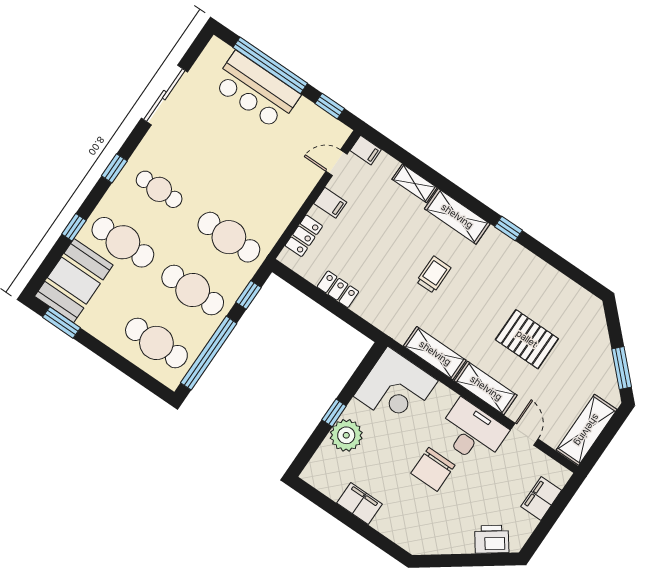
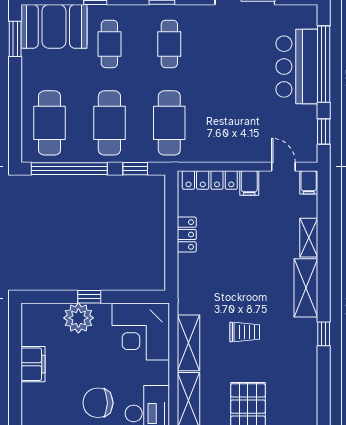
locker: (304, 236) -> (210, 180), width x1.53
cafe table: (123, 242) -> (109, 44), width x0.73, depth x0.74
trolley: (434, 275) -> (245, 332), moved

